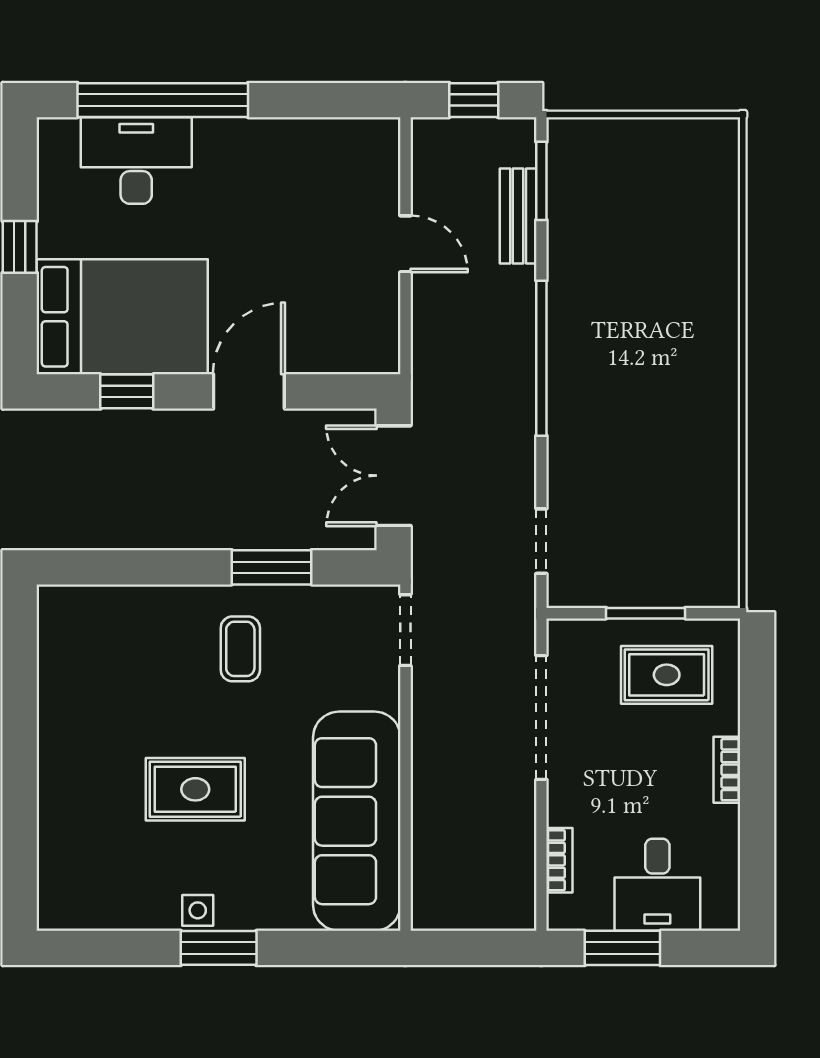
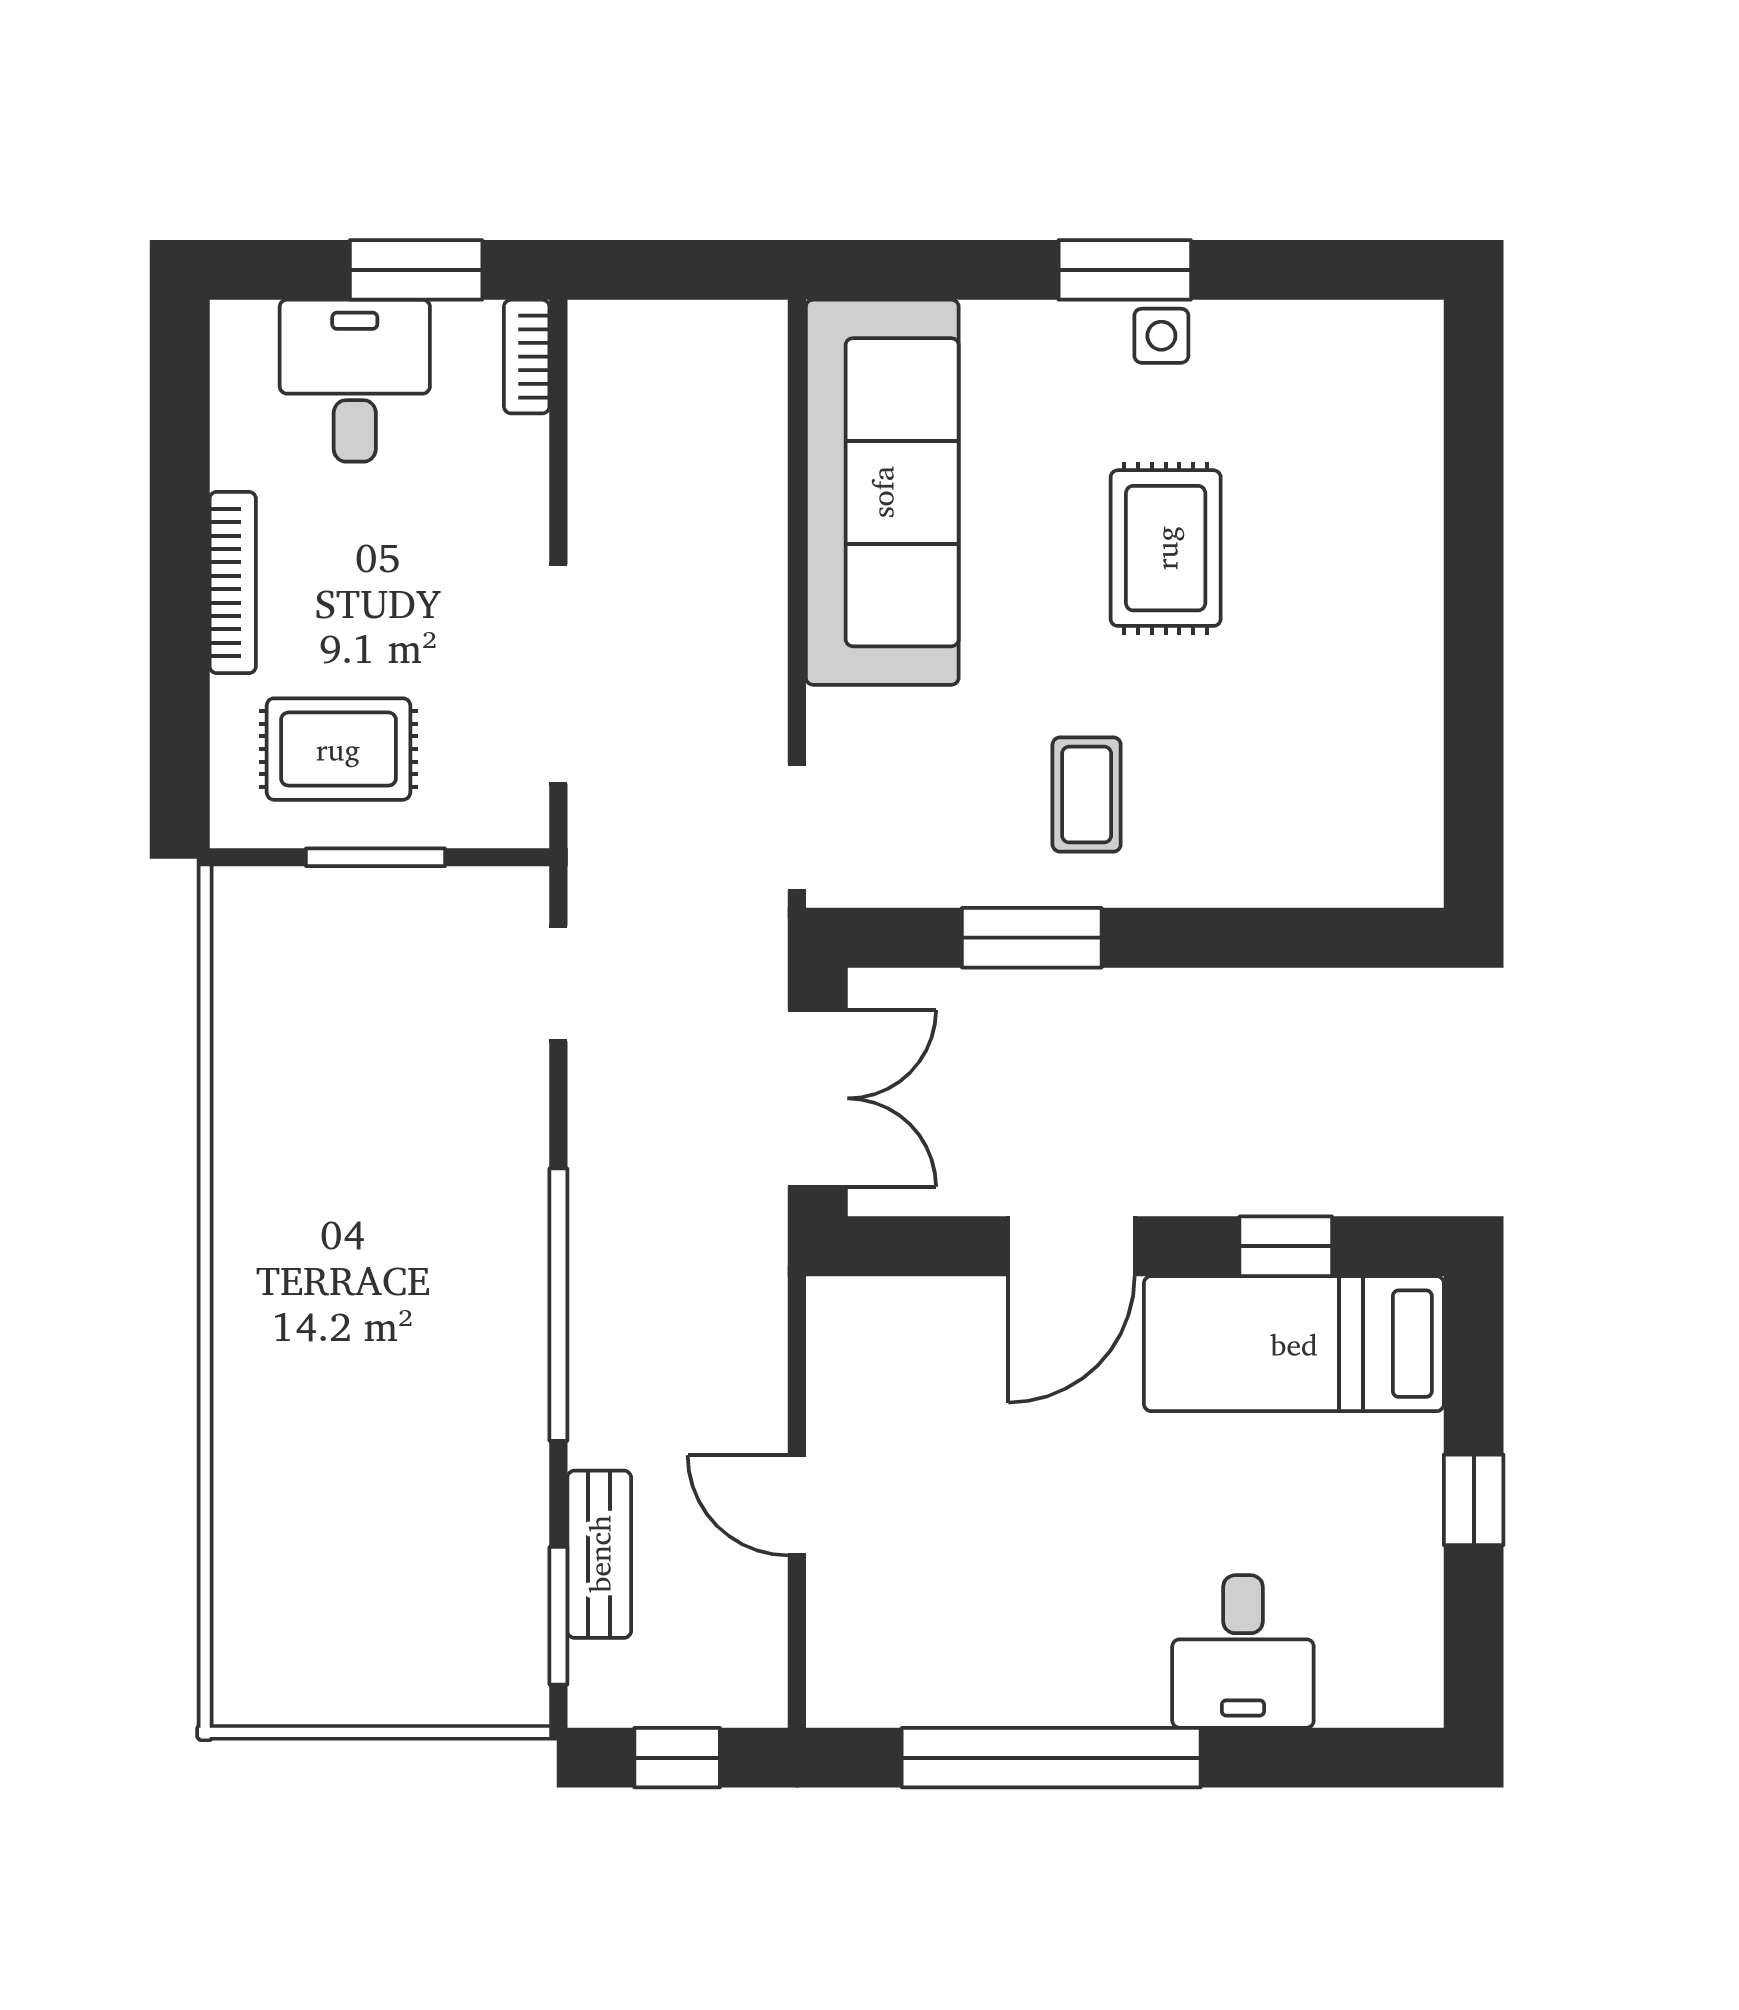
window: (163, 100) -> (1051, 1758), moved
desk: (136, 161) -> (1243, 1652), width x0.73
bed: (122, 317) -> (1294, 1344), width x0.67
bookcase: (727, 770) -> (233, 583), width x1.56
rug: (195, 789) -> (1166, 548), turned 90
bookcase: (559, 860) -> (527, 357), moved

